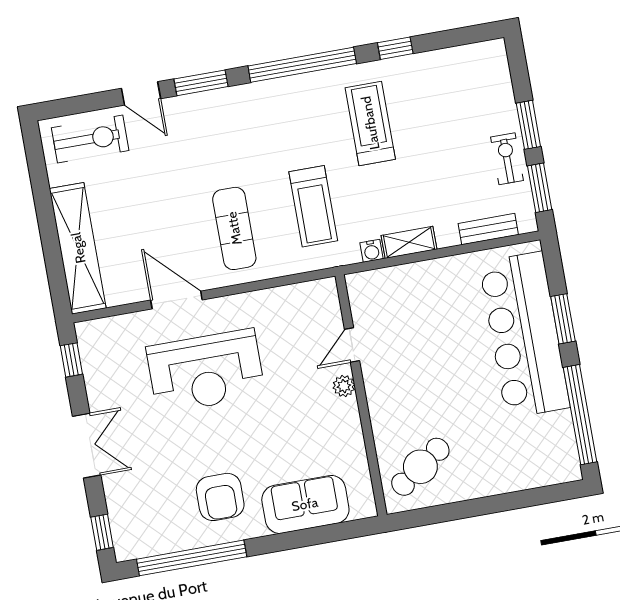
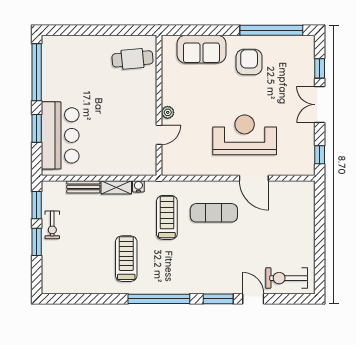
window: (395, 48) -> (104, 299), removed
treadmill: (370, 123) -> (126, 259), turned 180
exercise mat: (234, 228) -> (214, 213), turned 90
bench: (488, 229) -> (83, 187), moved
shelving: (78, 248) -> (305, 217), removed
bar counter: (524, 335) -> (60, 135), width x0.73
cafe table: (420, 467) -> (132, 59), turned 30
window: (102, 532) -> (320, 68), moved

